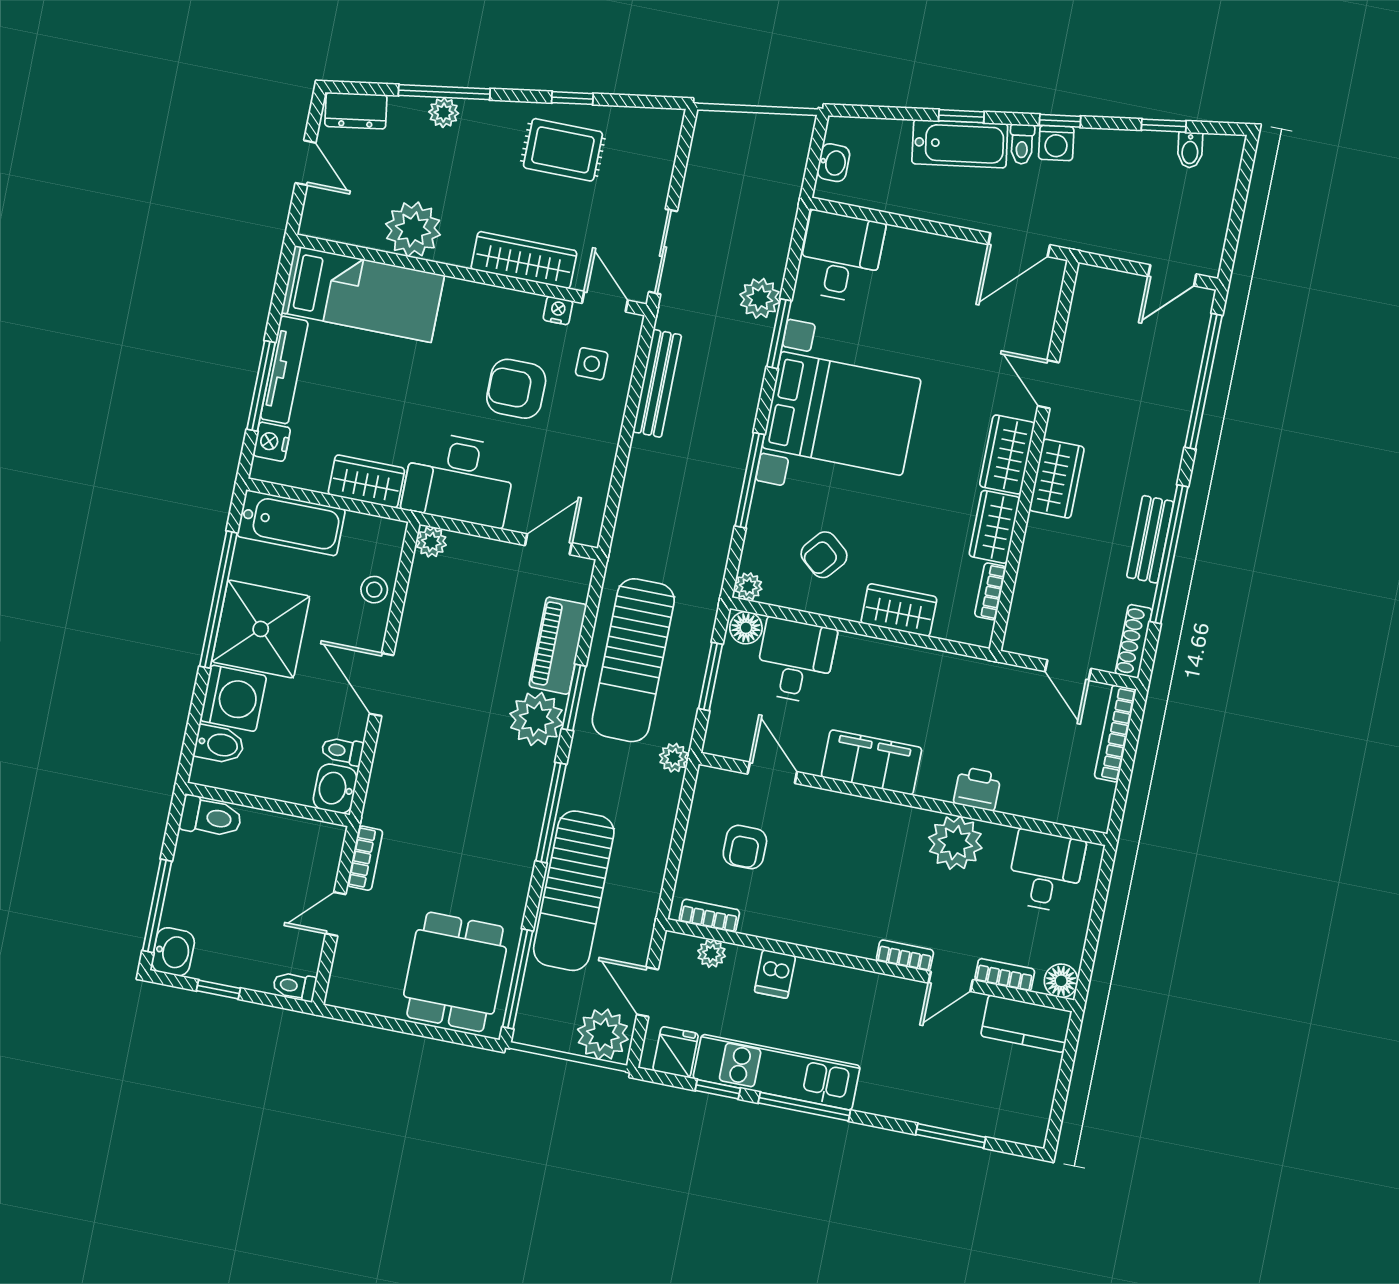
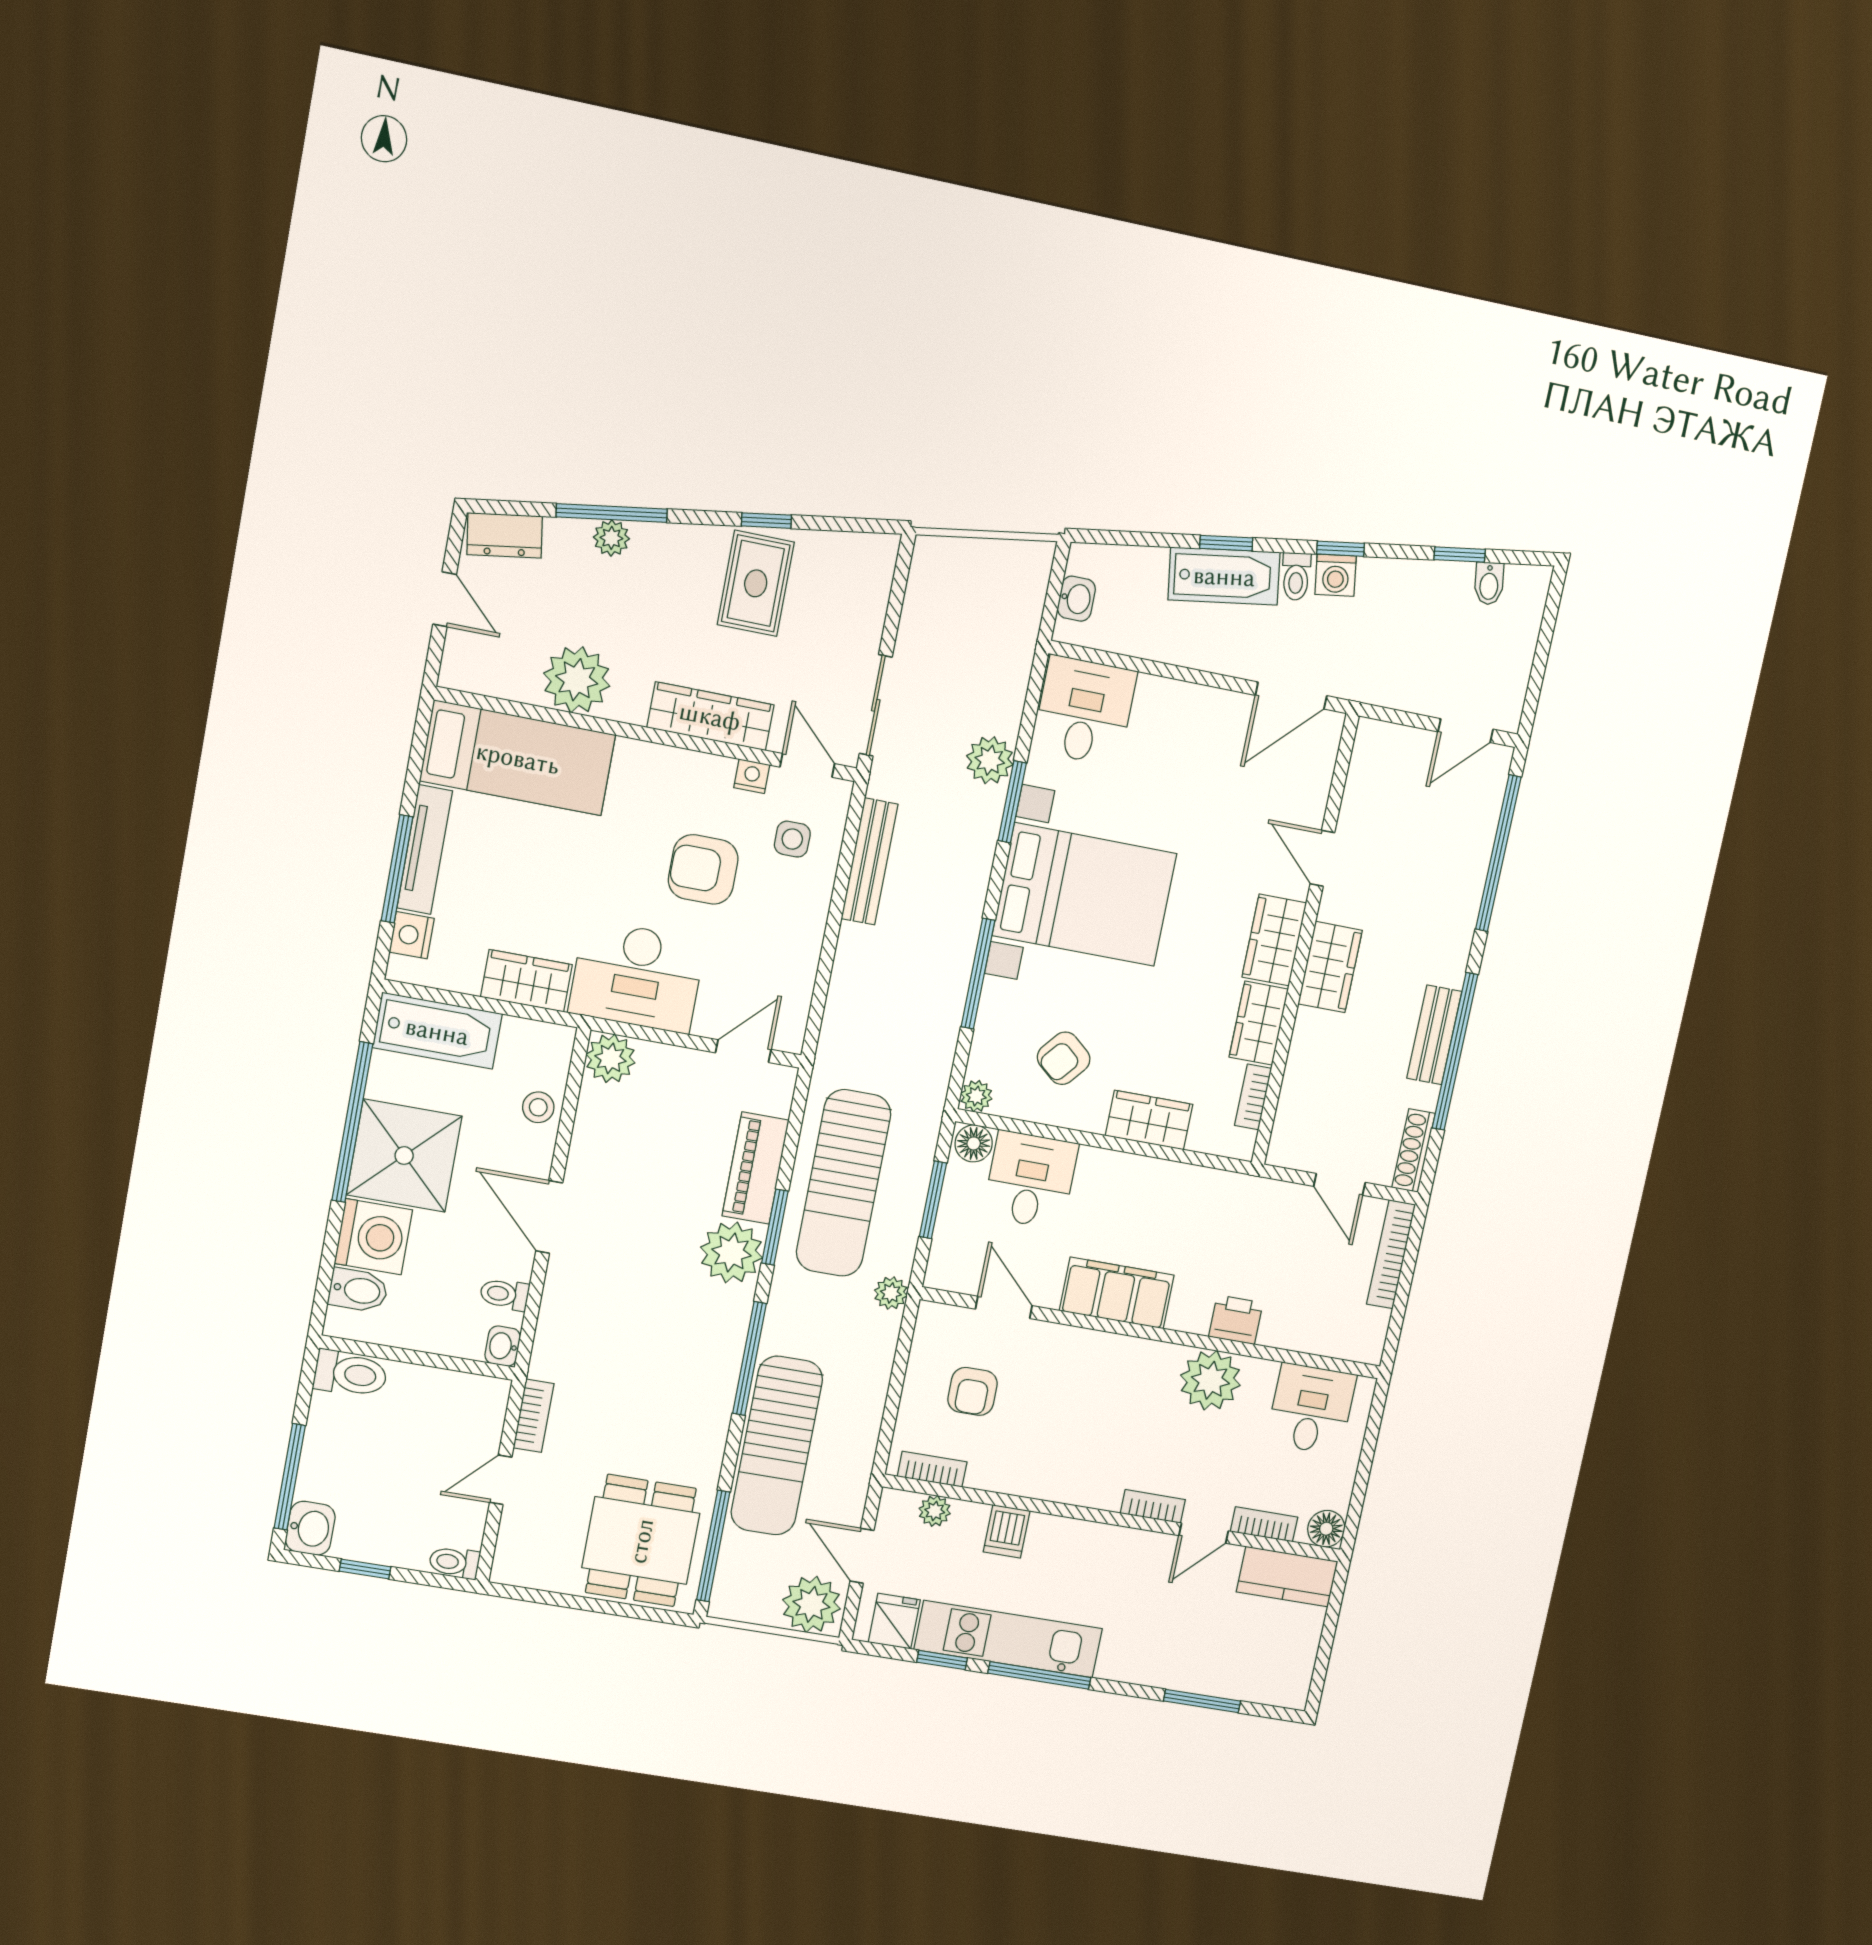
rug: (563, 150) -> (756, 583), turned 90
plant: (431, 542) -> (610, 1058), width x1.38, depth x1.38
washbasin: (335, 789) -> (503, 1346), width x0.72, depth x0.69

